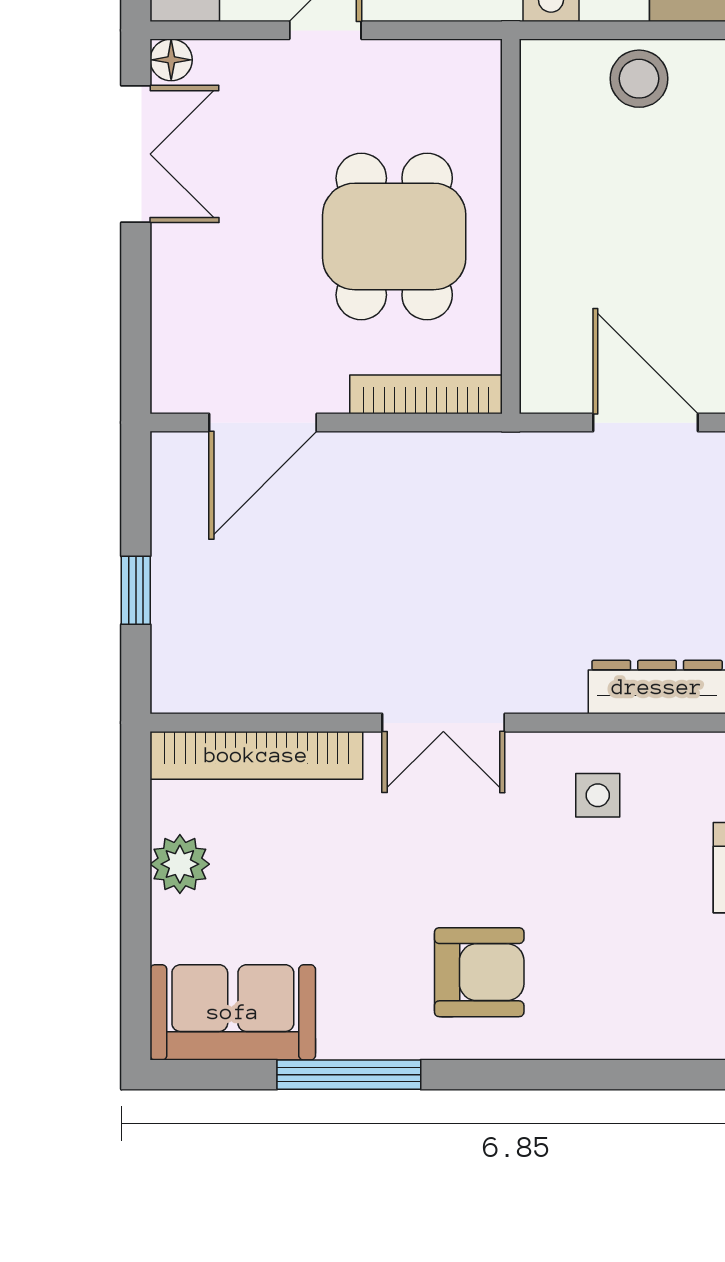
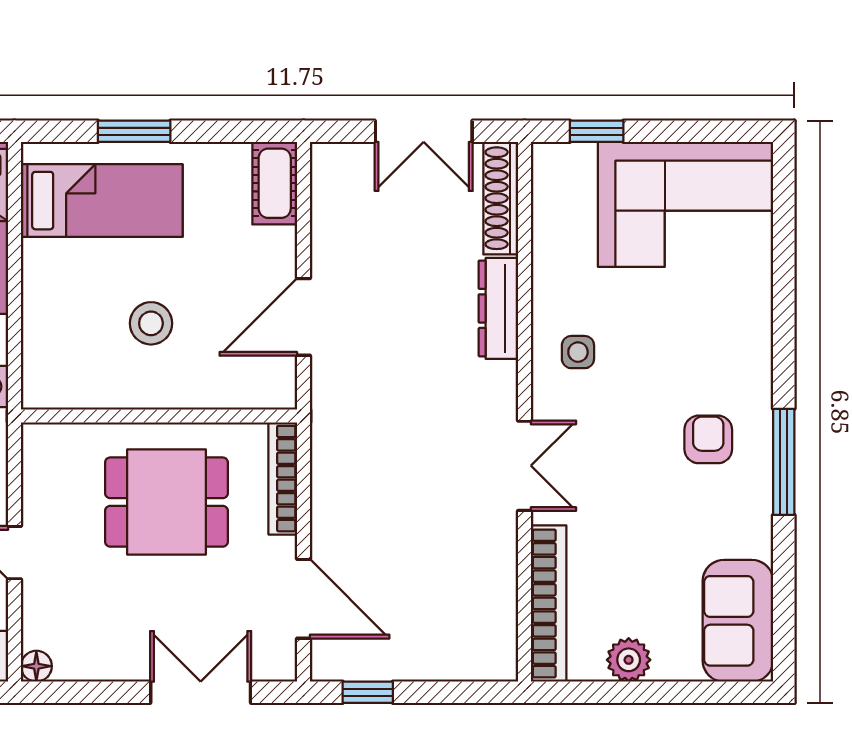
stool: (639, 79) -> (151, 323), moved
double door: (136, 154) -> (201, 692), moved
window: (136, 590) -> (368, 692), moved
armchair: (479, 972) -> (708, 439), width x0.72, depth x0.72
window: (349, 1075) -> (784, 462), moved

